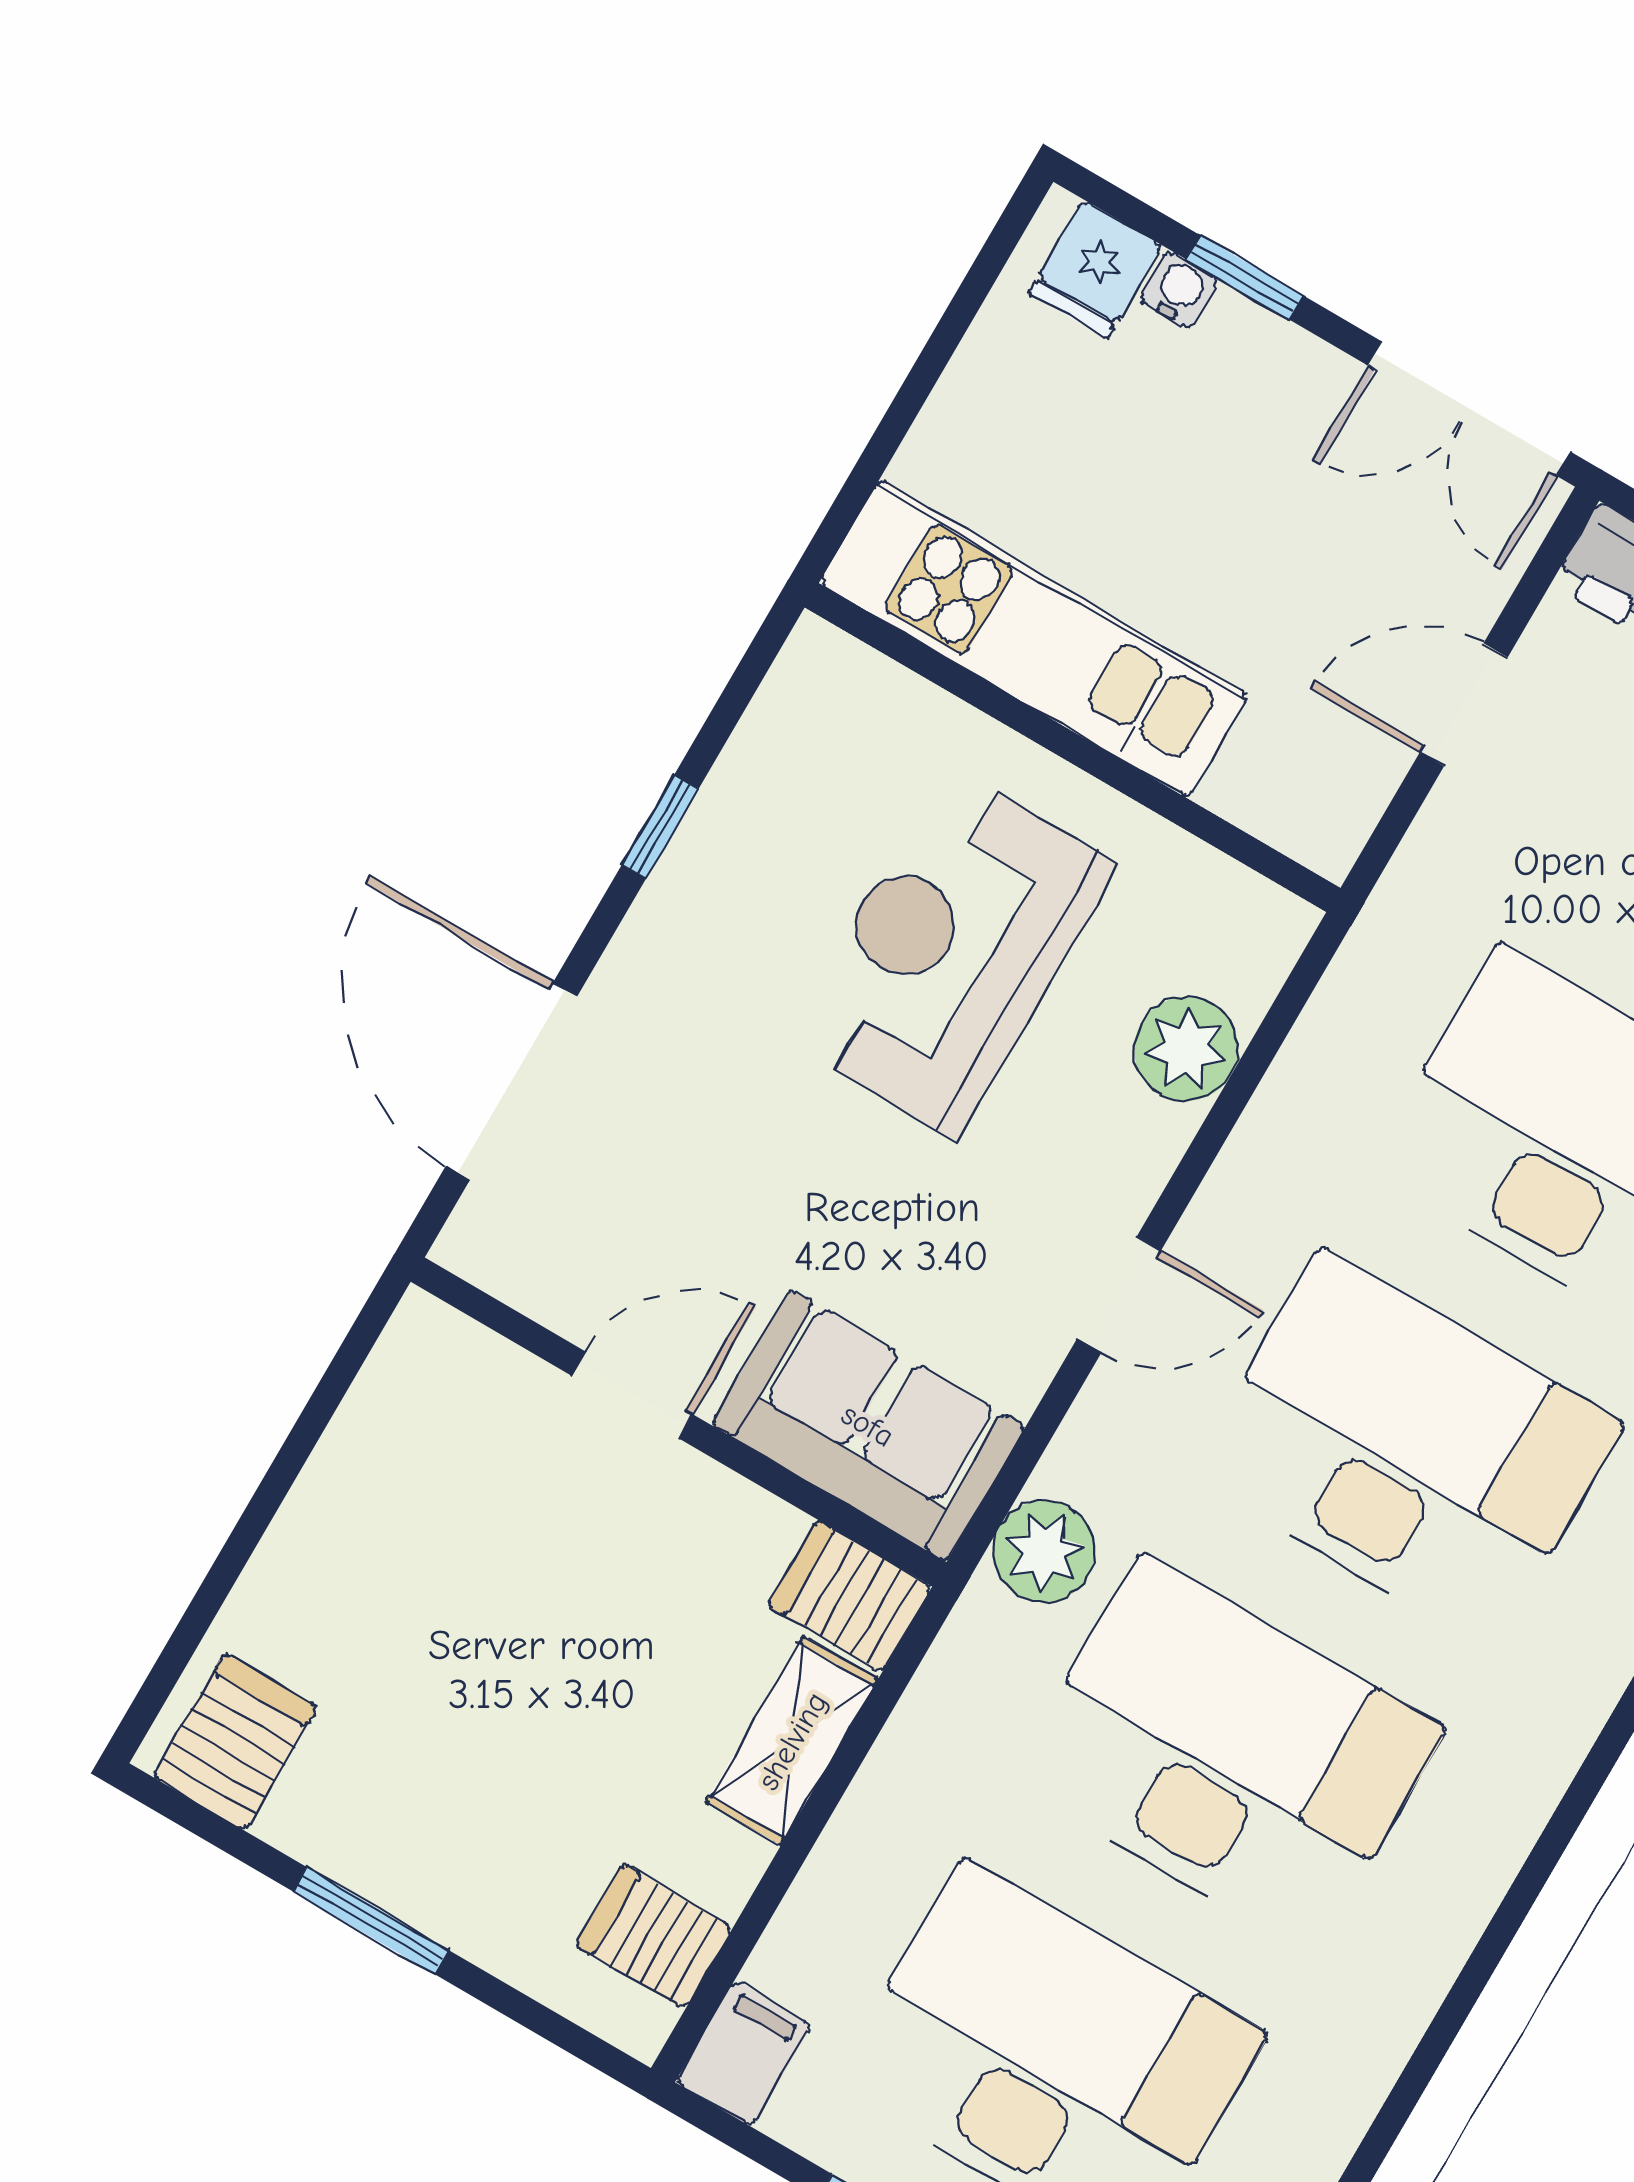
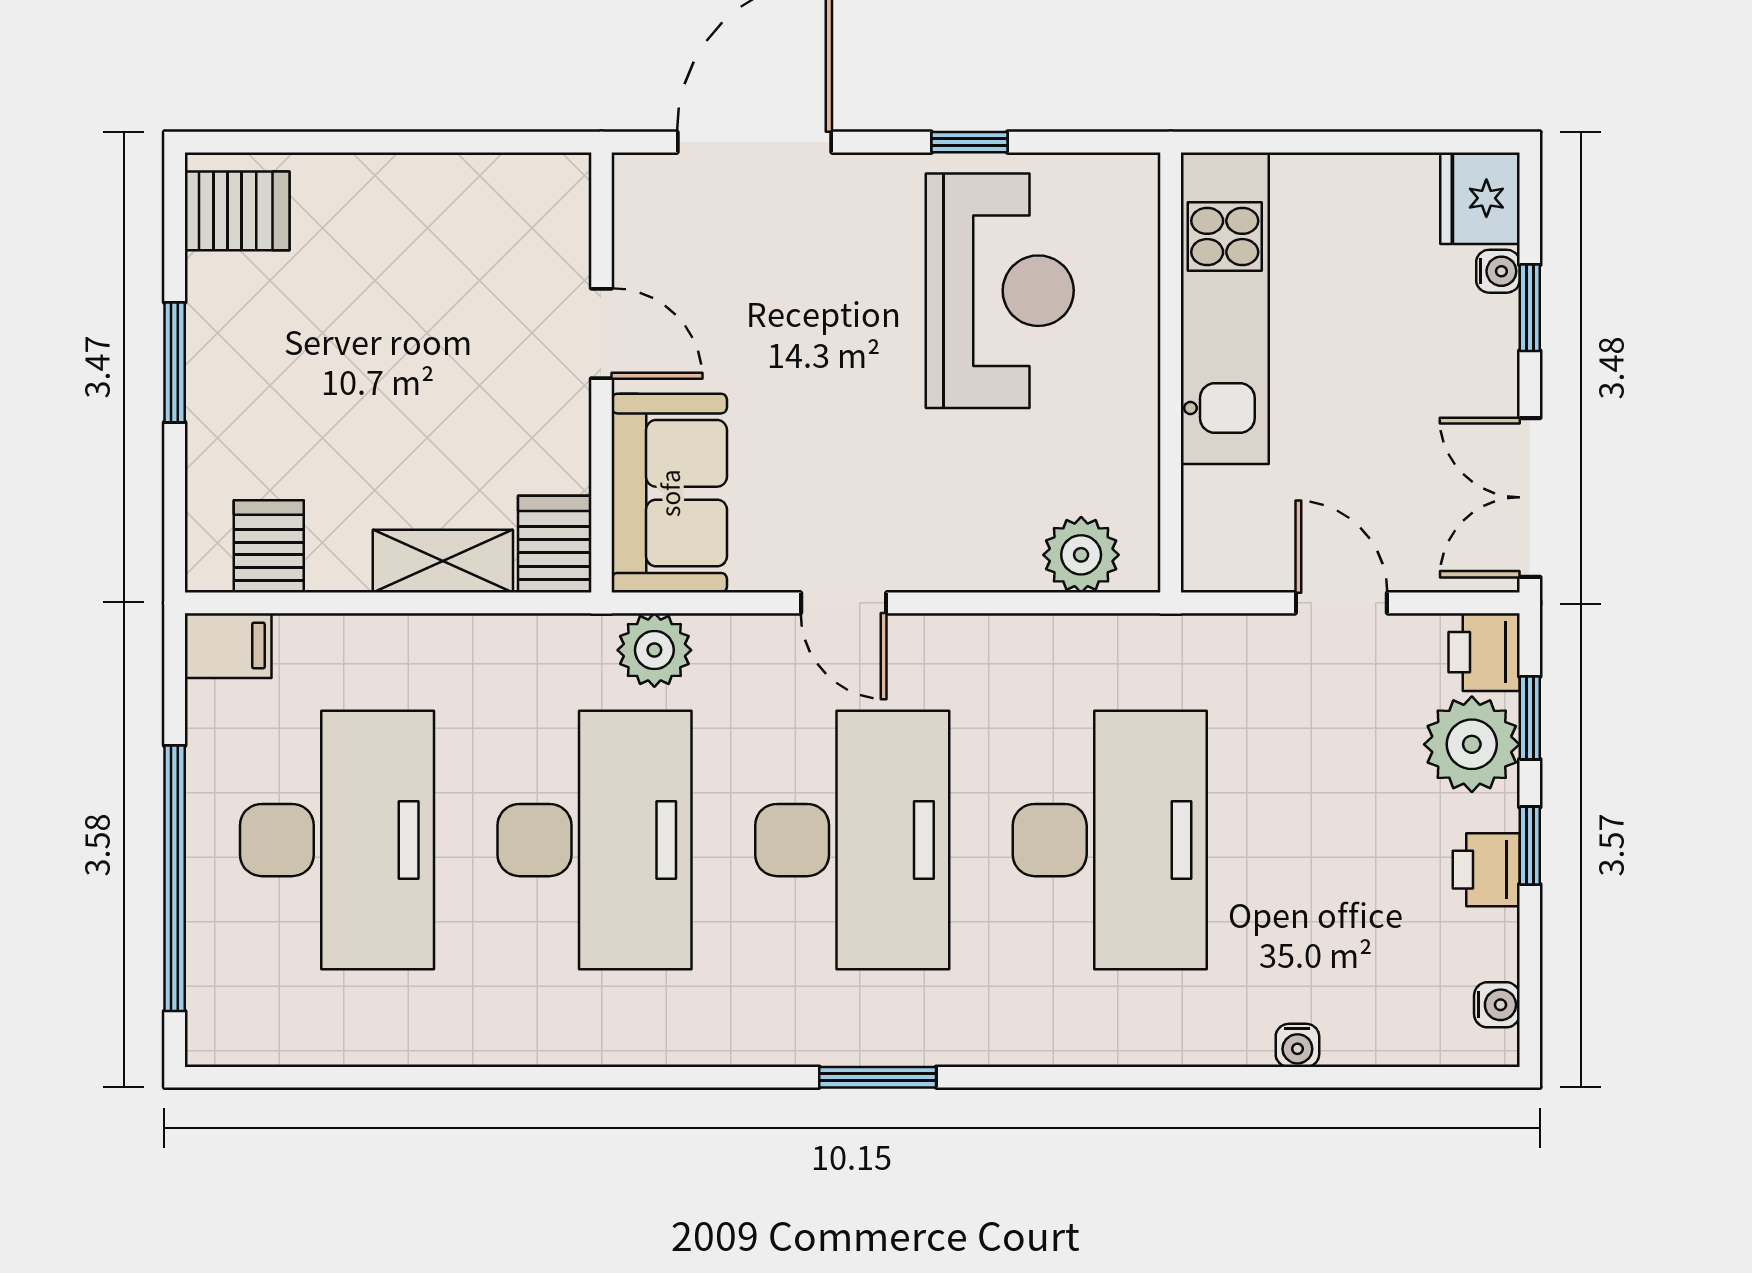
fridge: (1095, 269) -> (1480, 198), width x1.38
reception desk: (951, 951) -> (1000, 291), moved, turned 90
plant: (1186, 1049) -> (1081, 555), moved

